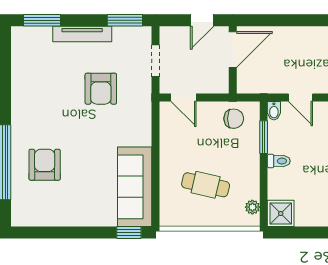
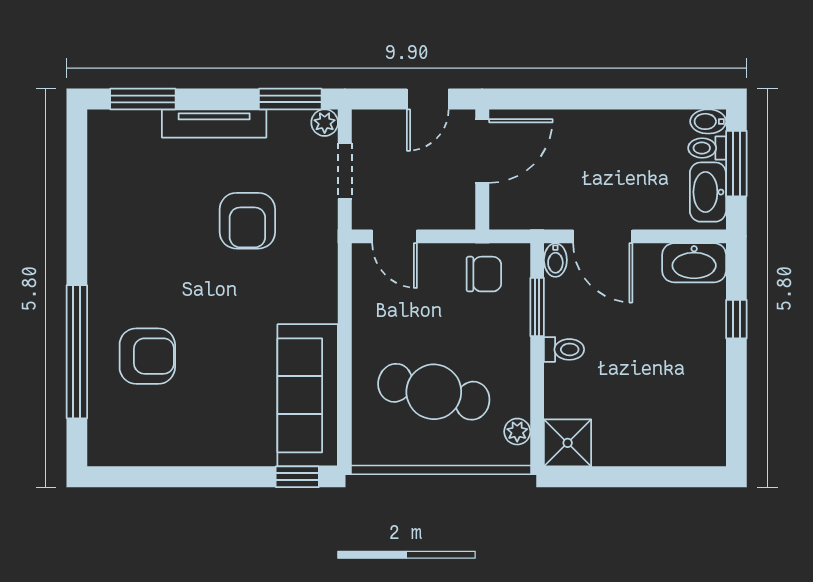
plant: (144, 34) -> (325, 123), added
door: (300, 97) -> (603, 236), width x1.38
armchair: (45, 165) -> (147, 356), turned 90
cafe table: (206, 185) -> (434, 392), width x1.37, depth x1.35

